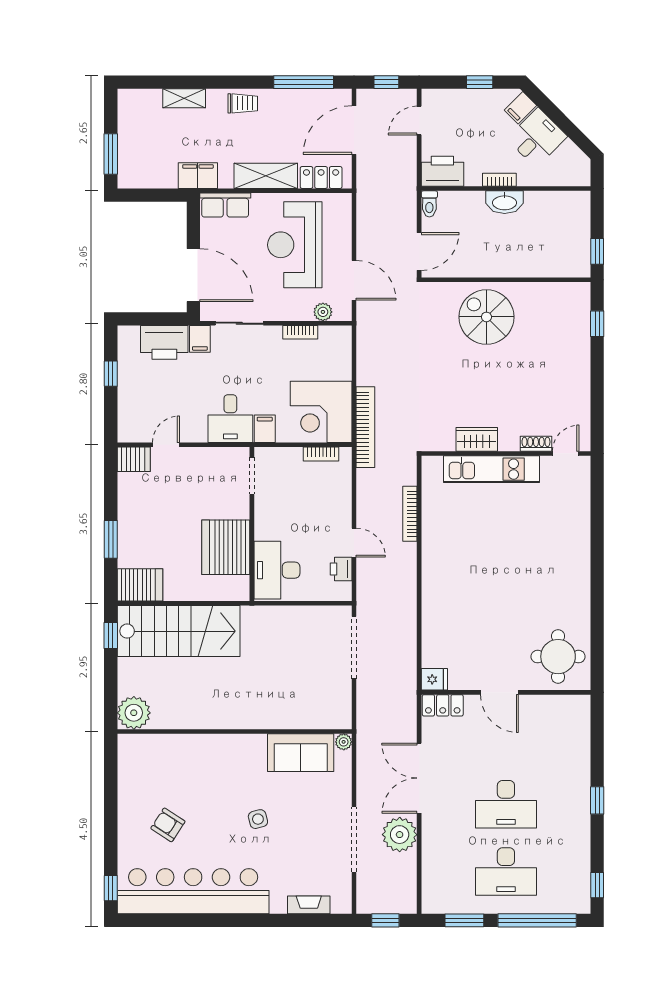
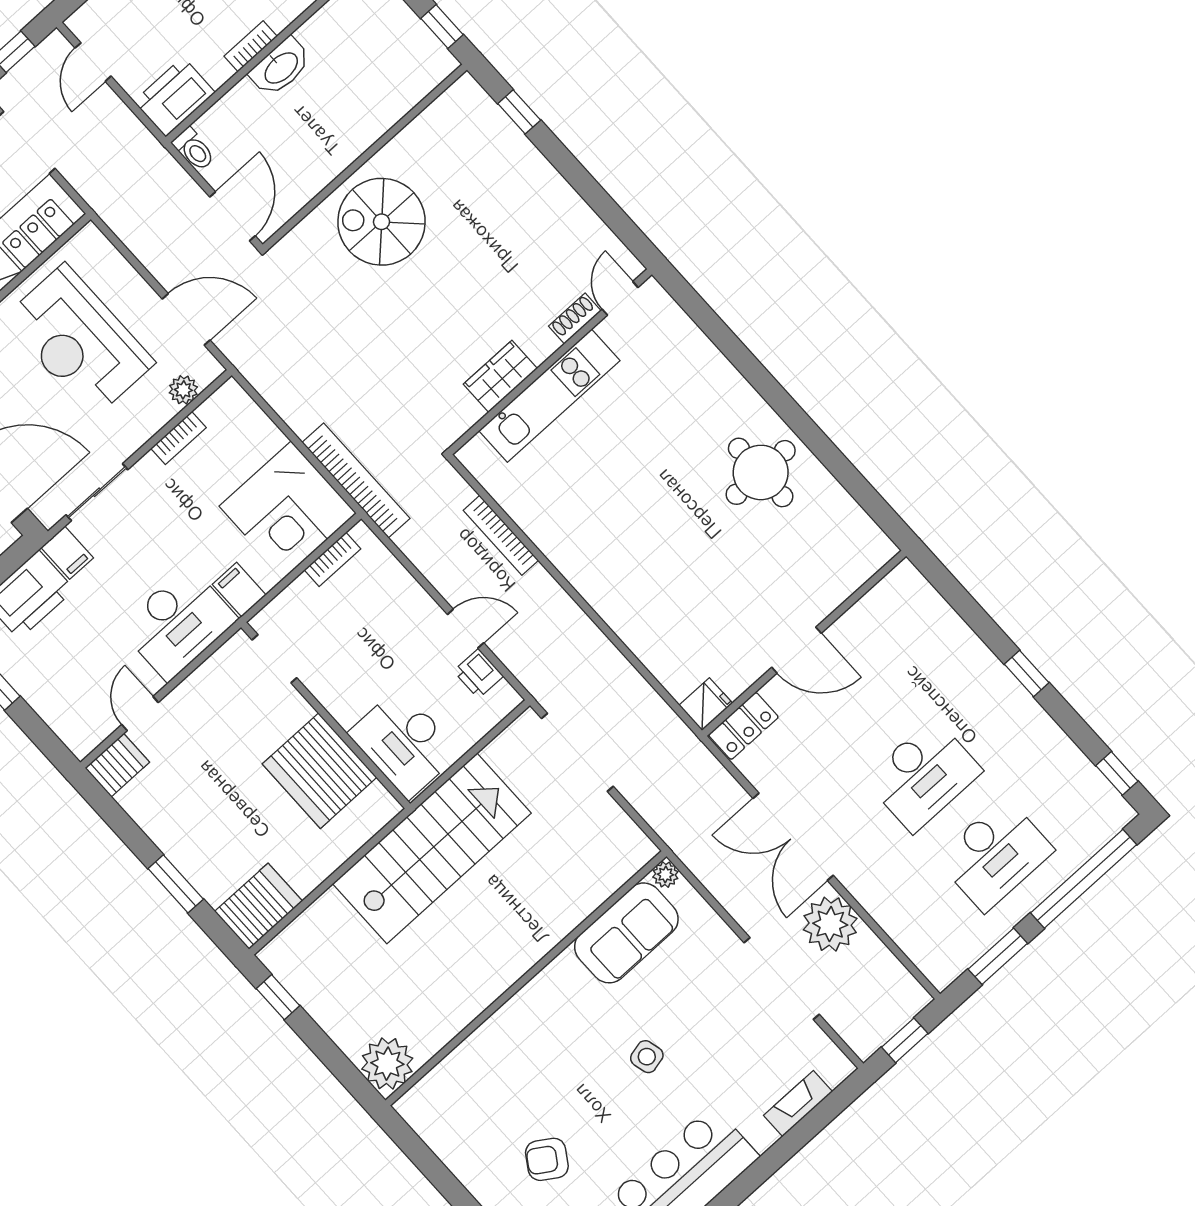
desk: (230, 419) -> (178, 623), width x1.37
stairs: (179, 631) -> (432, 848), moved
round table: (558, 657) -> (761, 472), moved

